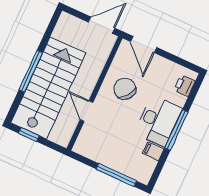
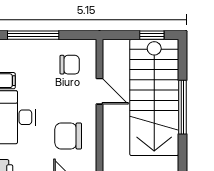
chair: (125, 89) -> (68, 136), turned 143
chair: (99, 141) -> (70, 65), added

